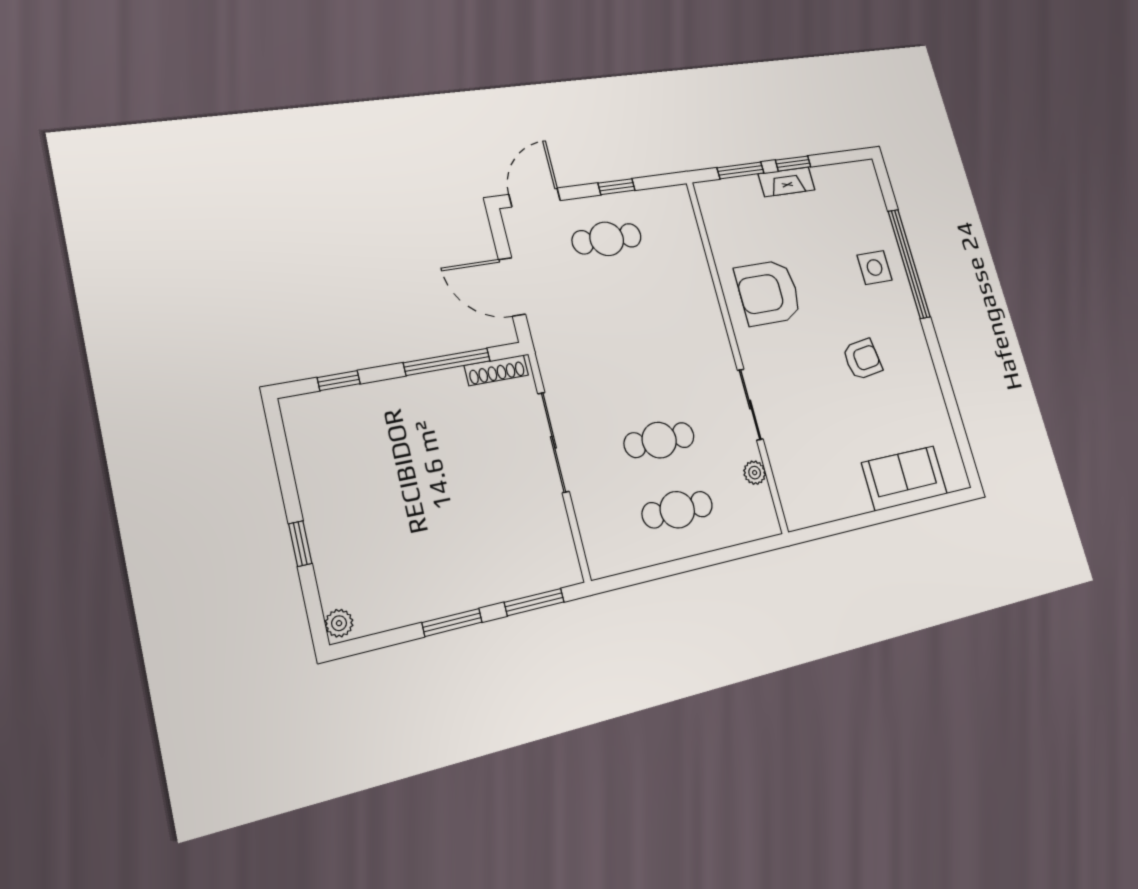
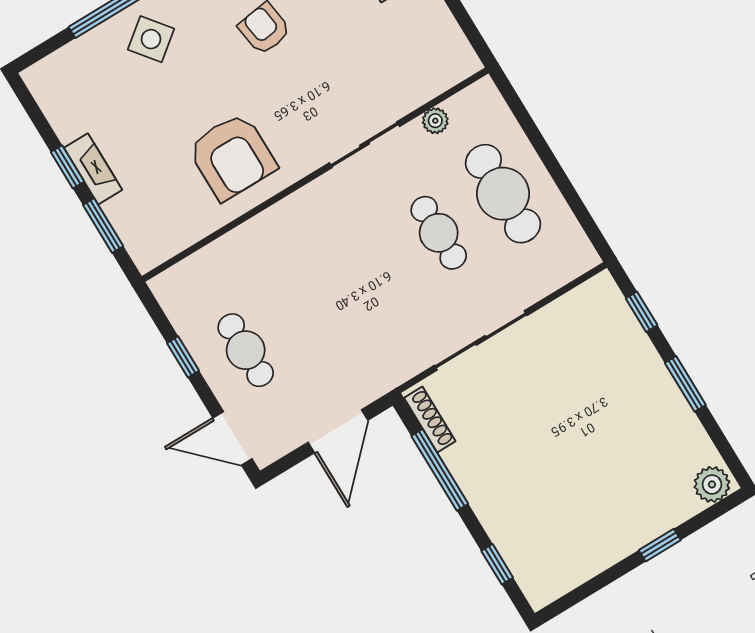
side table: (875, 268) -> (151, 39), turned -38
cafe table: (677, 510) -> (503, 194), width x1.37, depth x1.35
window: (534, 602) -> (642, 312), width x0.67
plant: (339, 623) -> (712, 484), width x1.38, depth x1.38

